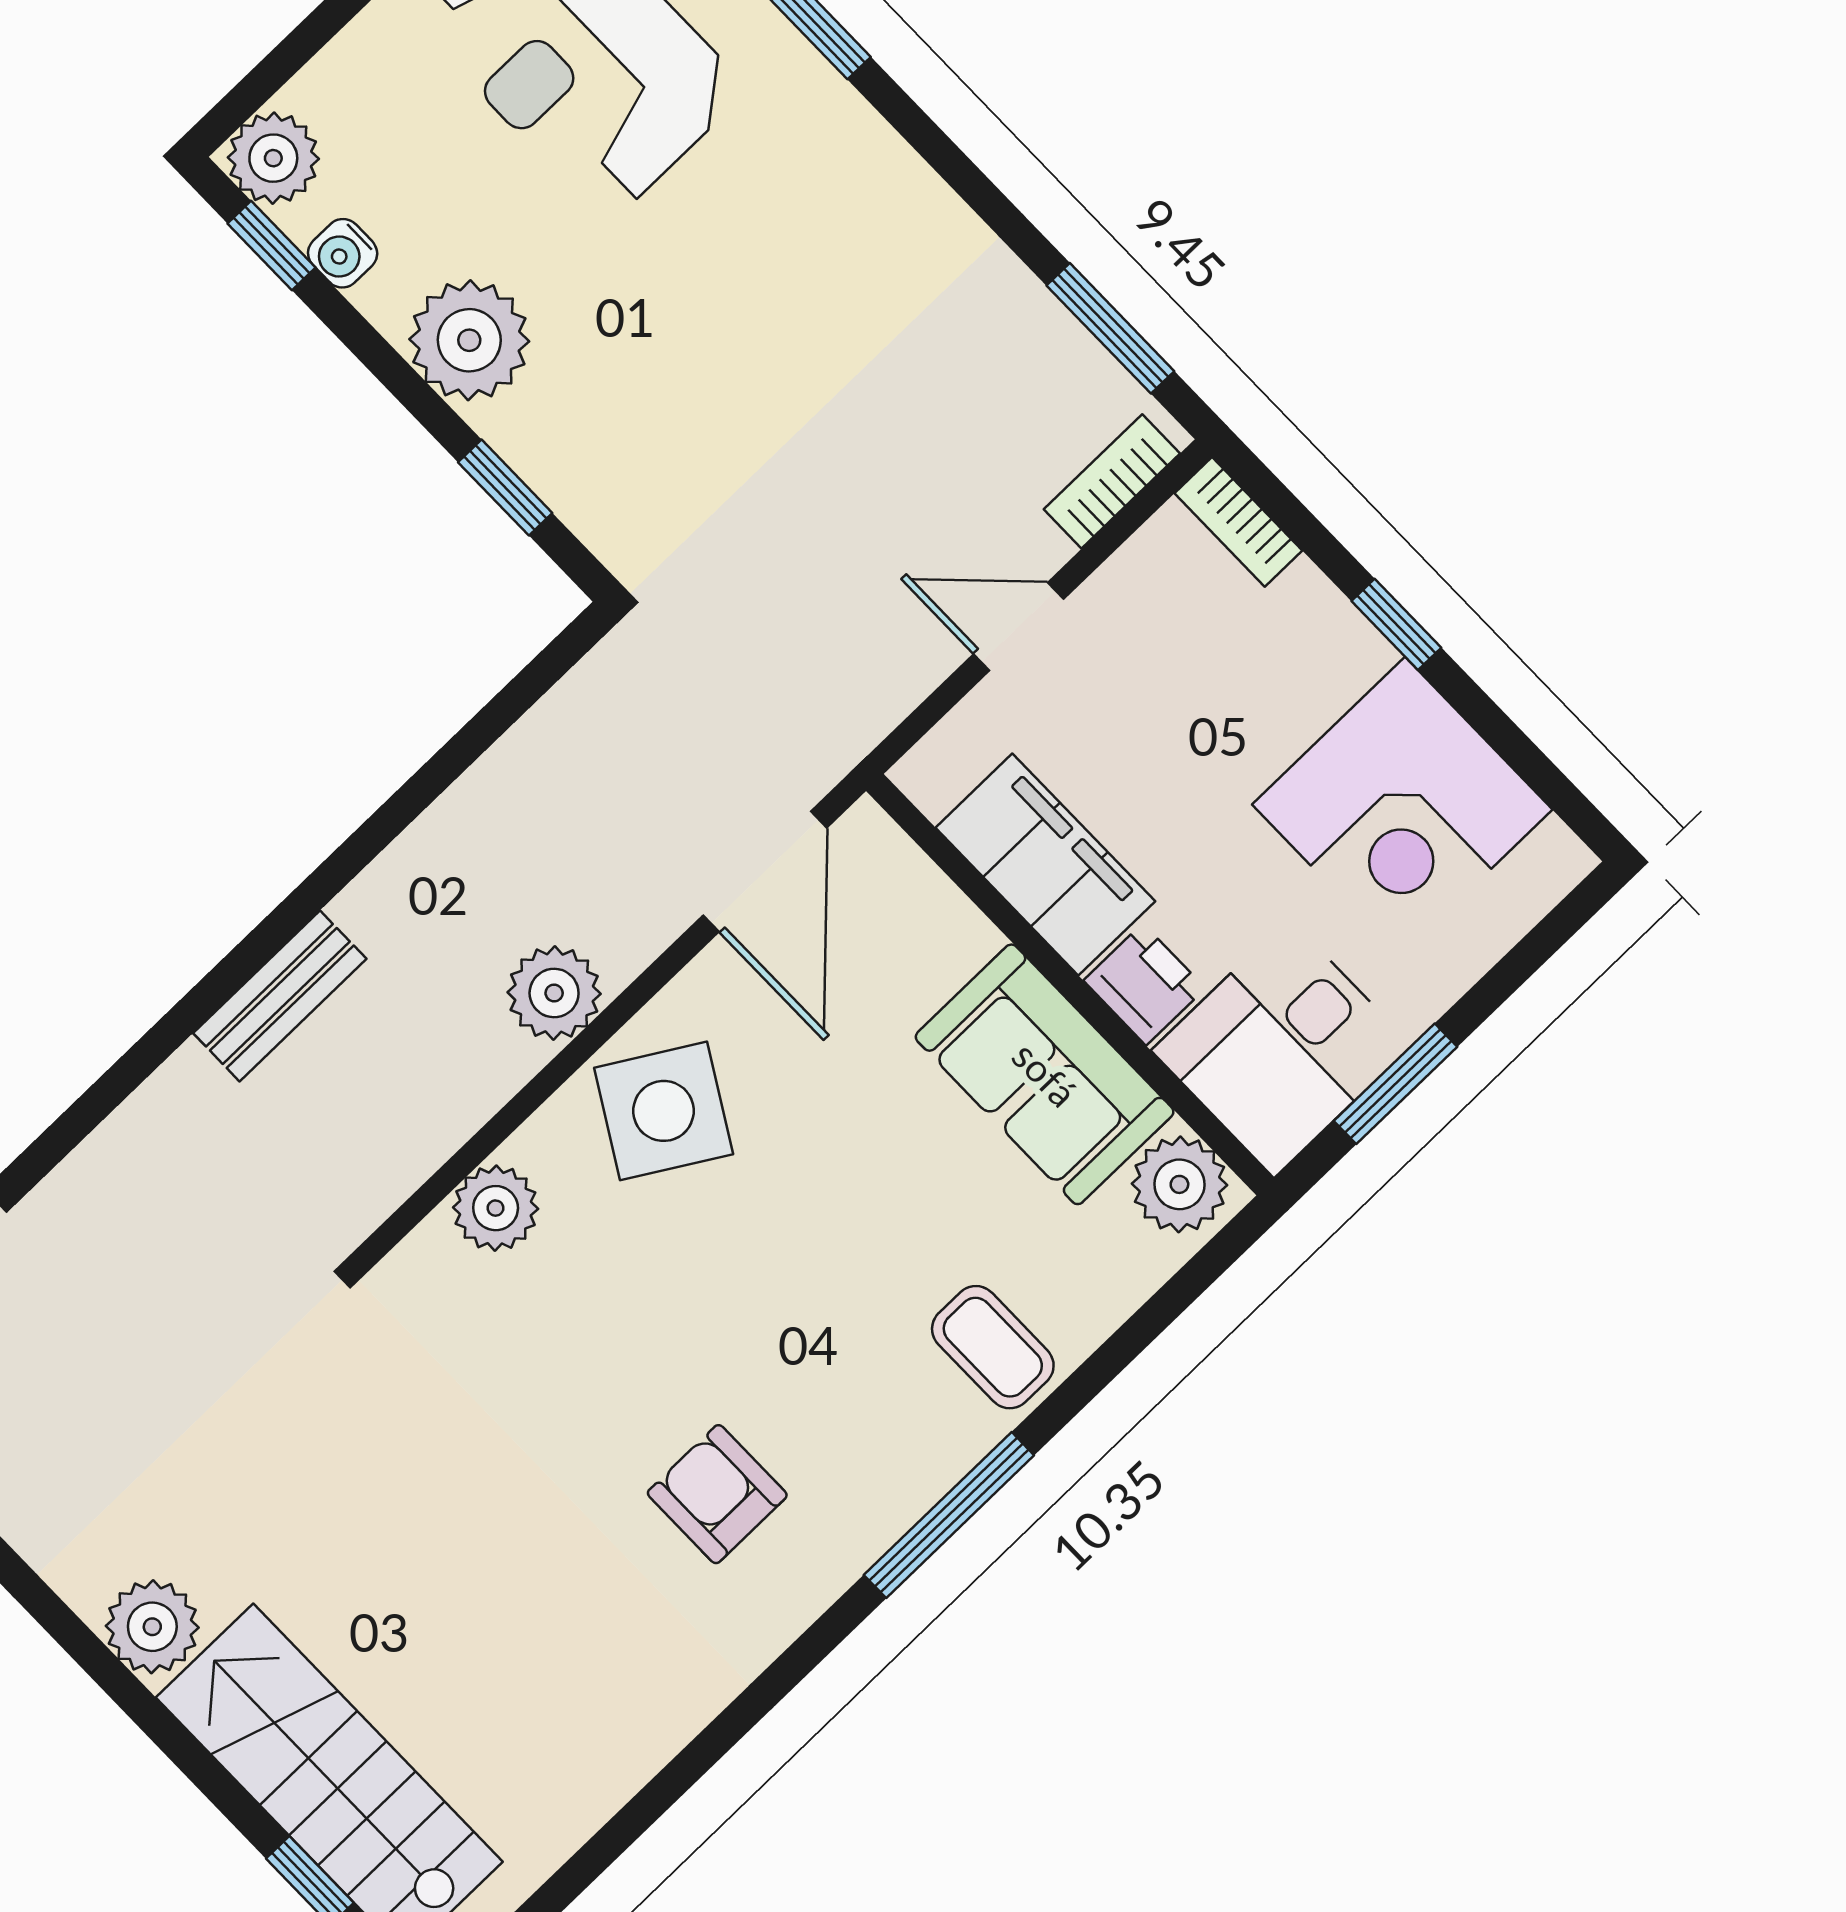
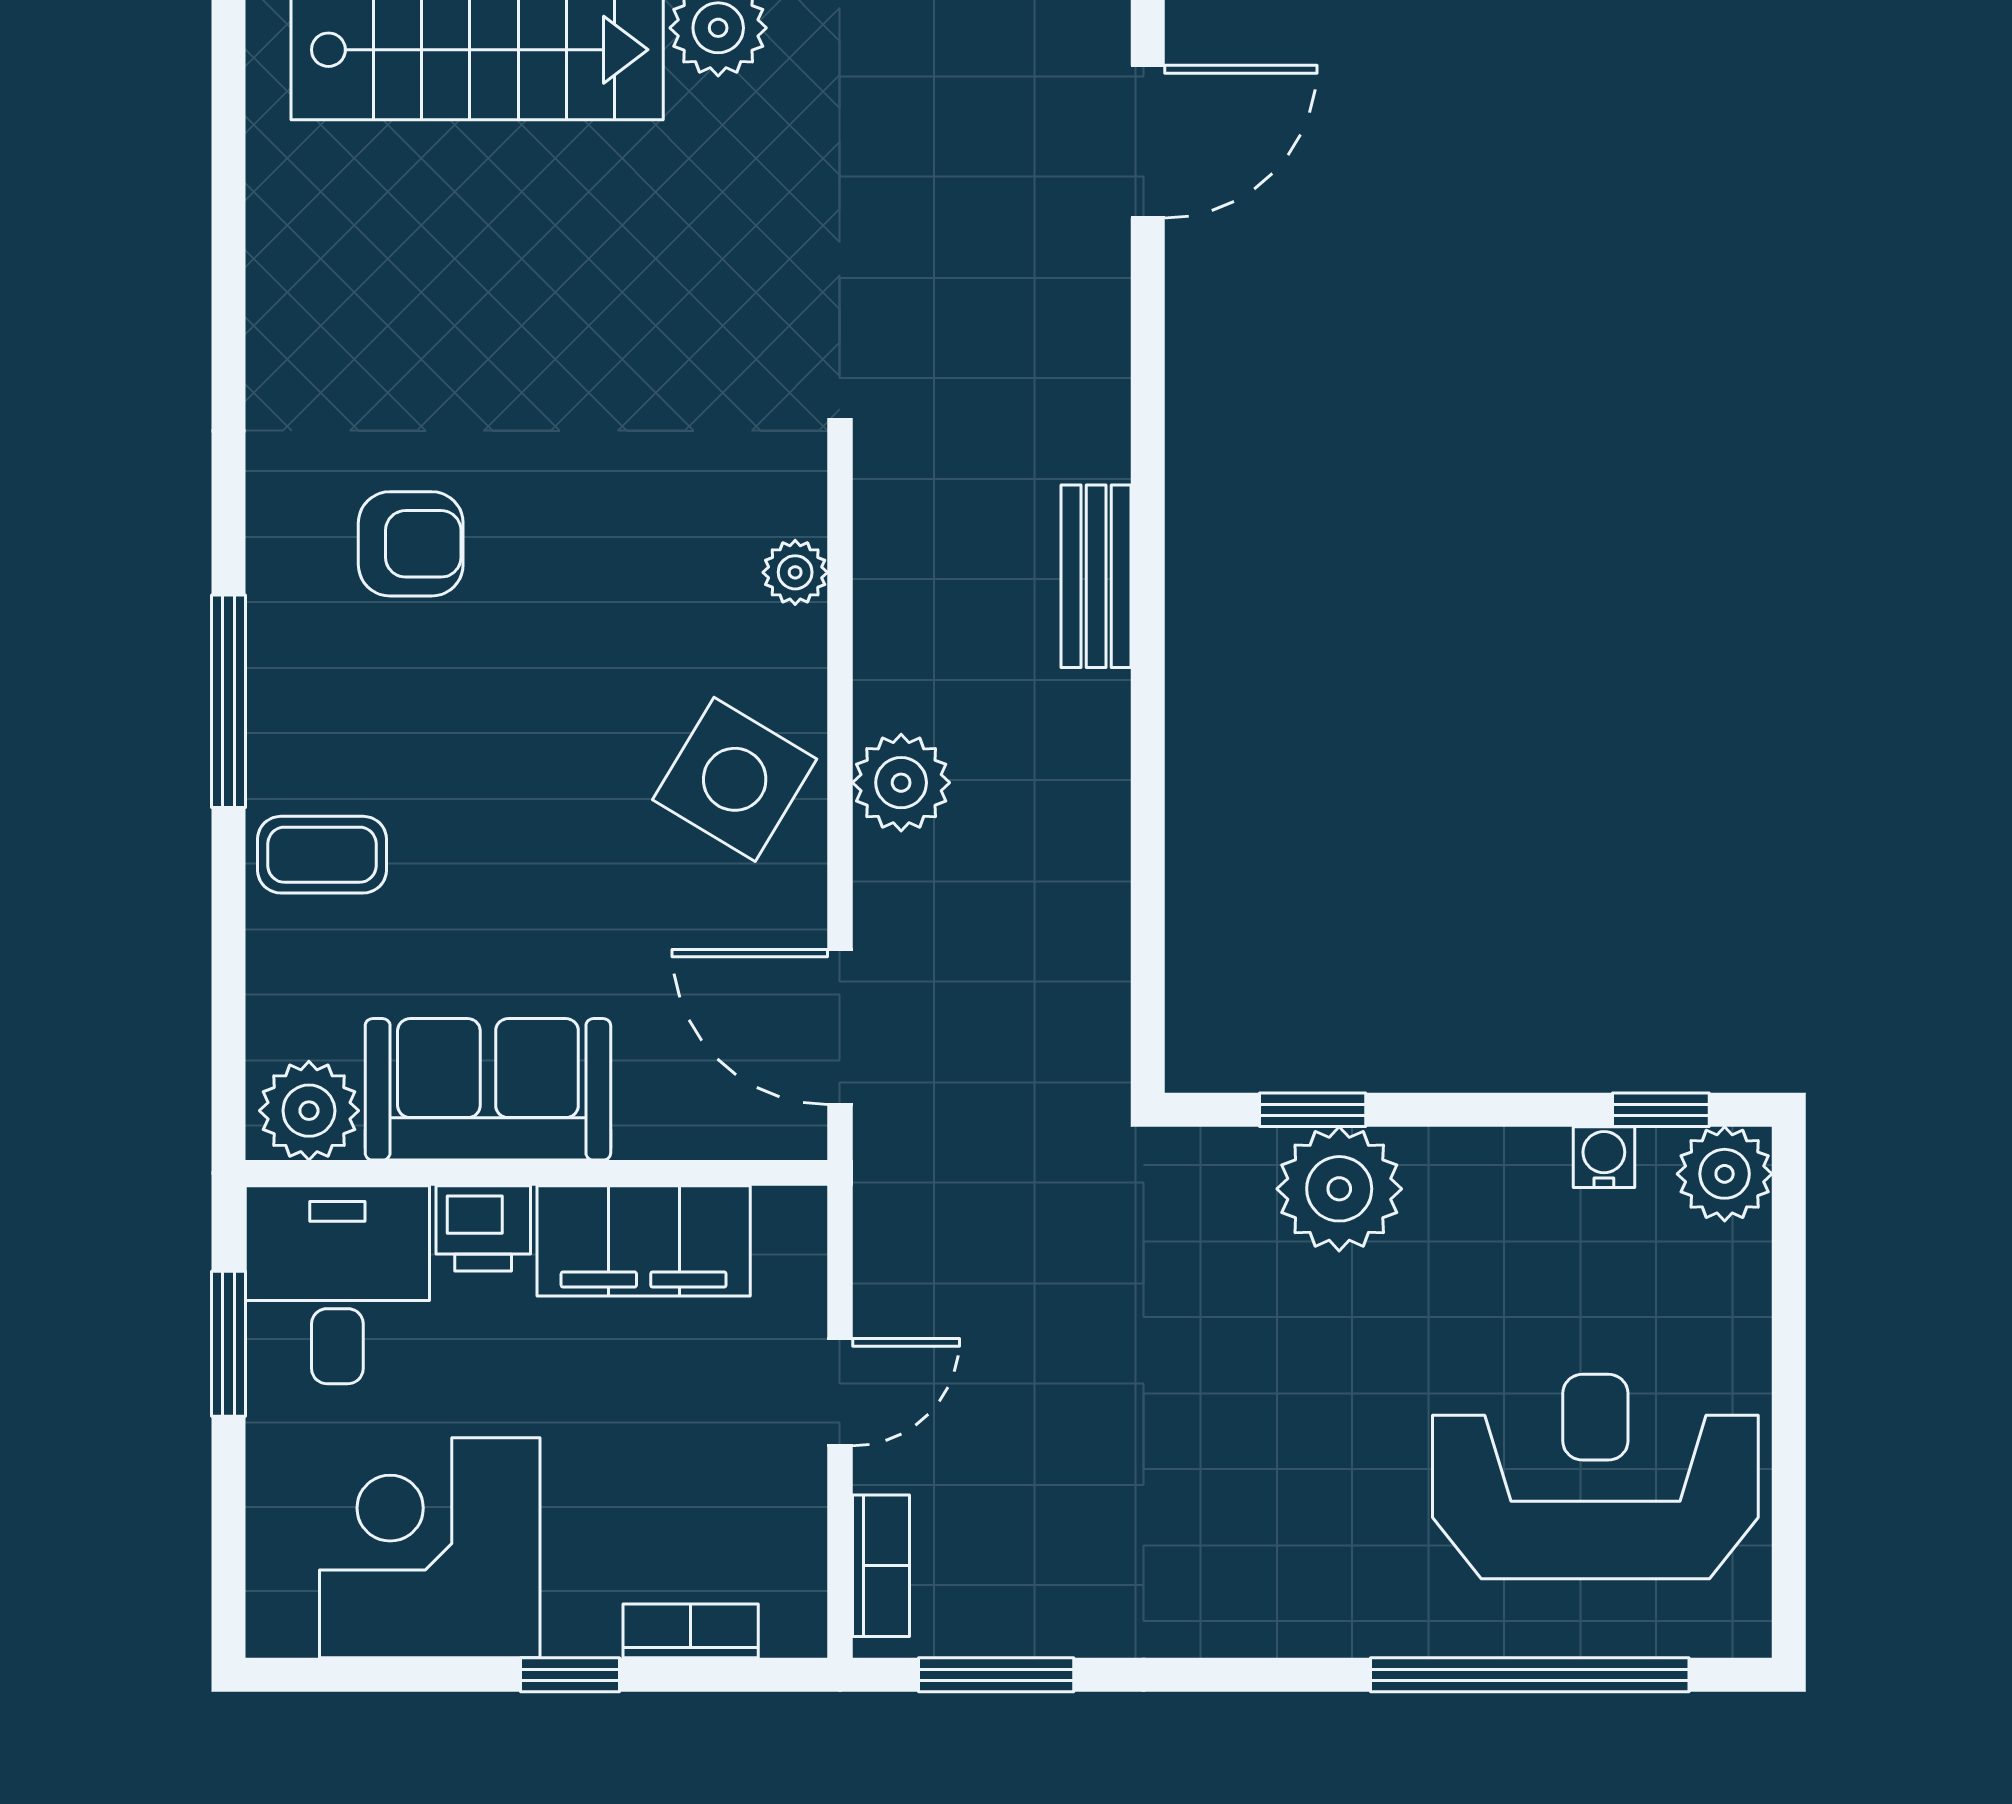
plant: (469, 340) -> (1339, 1189), moved
bookcase: (1238, 522) -> (691, 1631), moved
plant: (496, 1208) -> (795, 572), width x0.73, depth x0.73

